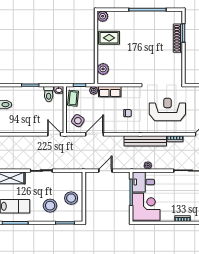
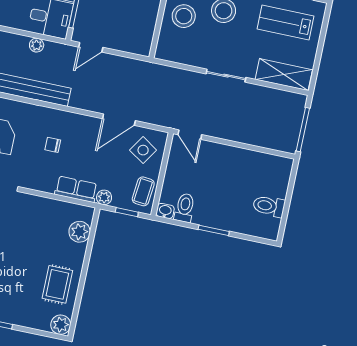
rug: (109, 38) -> (57, 284), turned 90
door: (105, 171) -> (91, 47), moved

